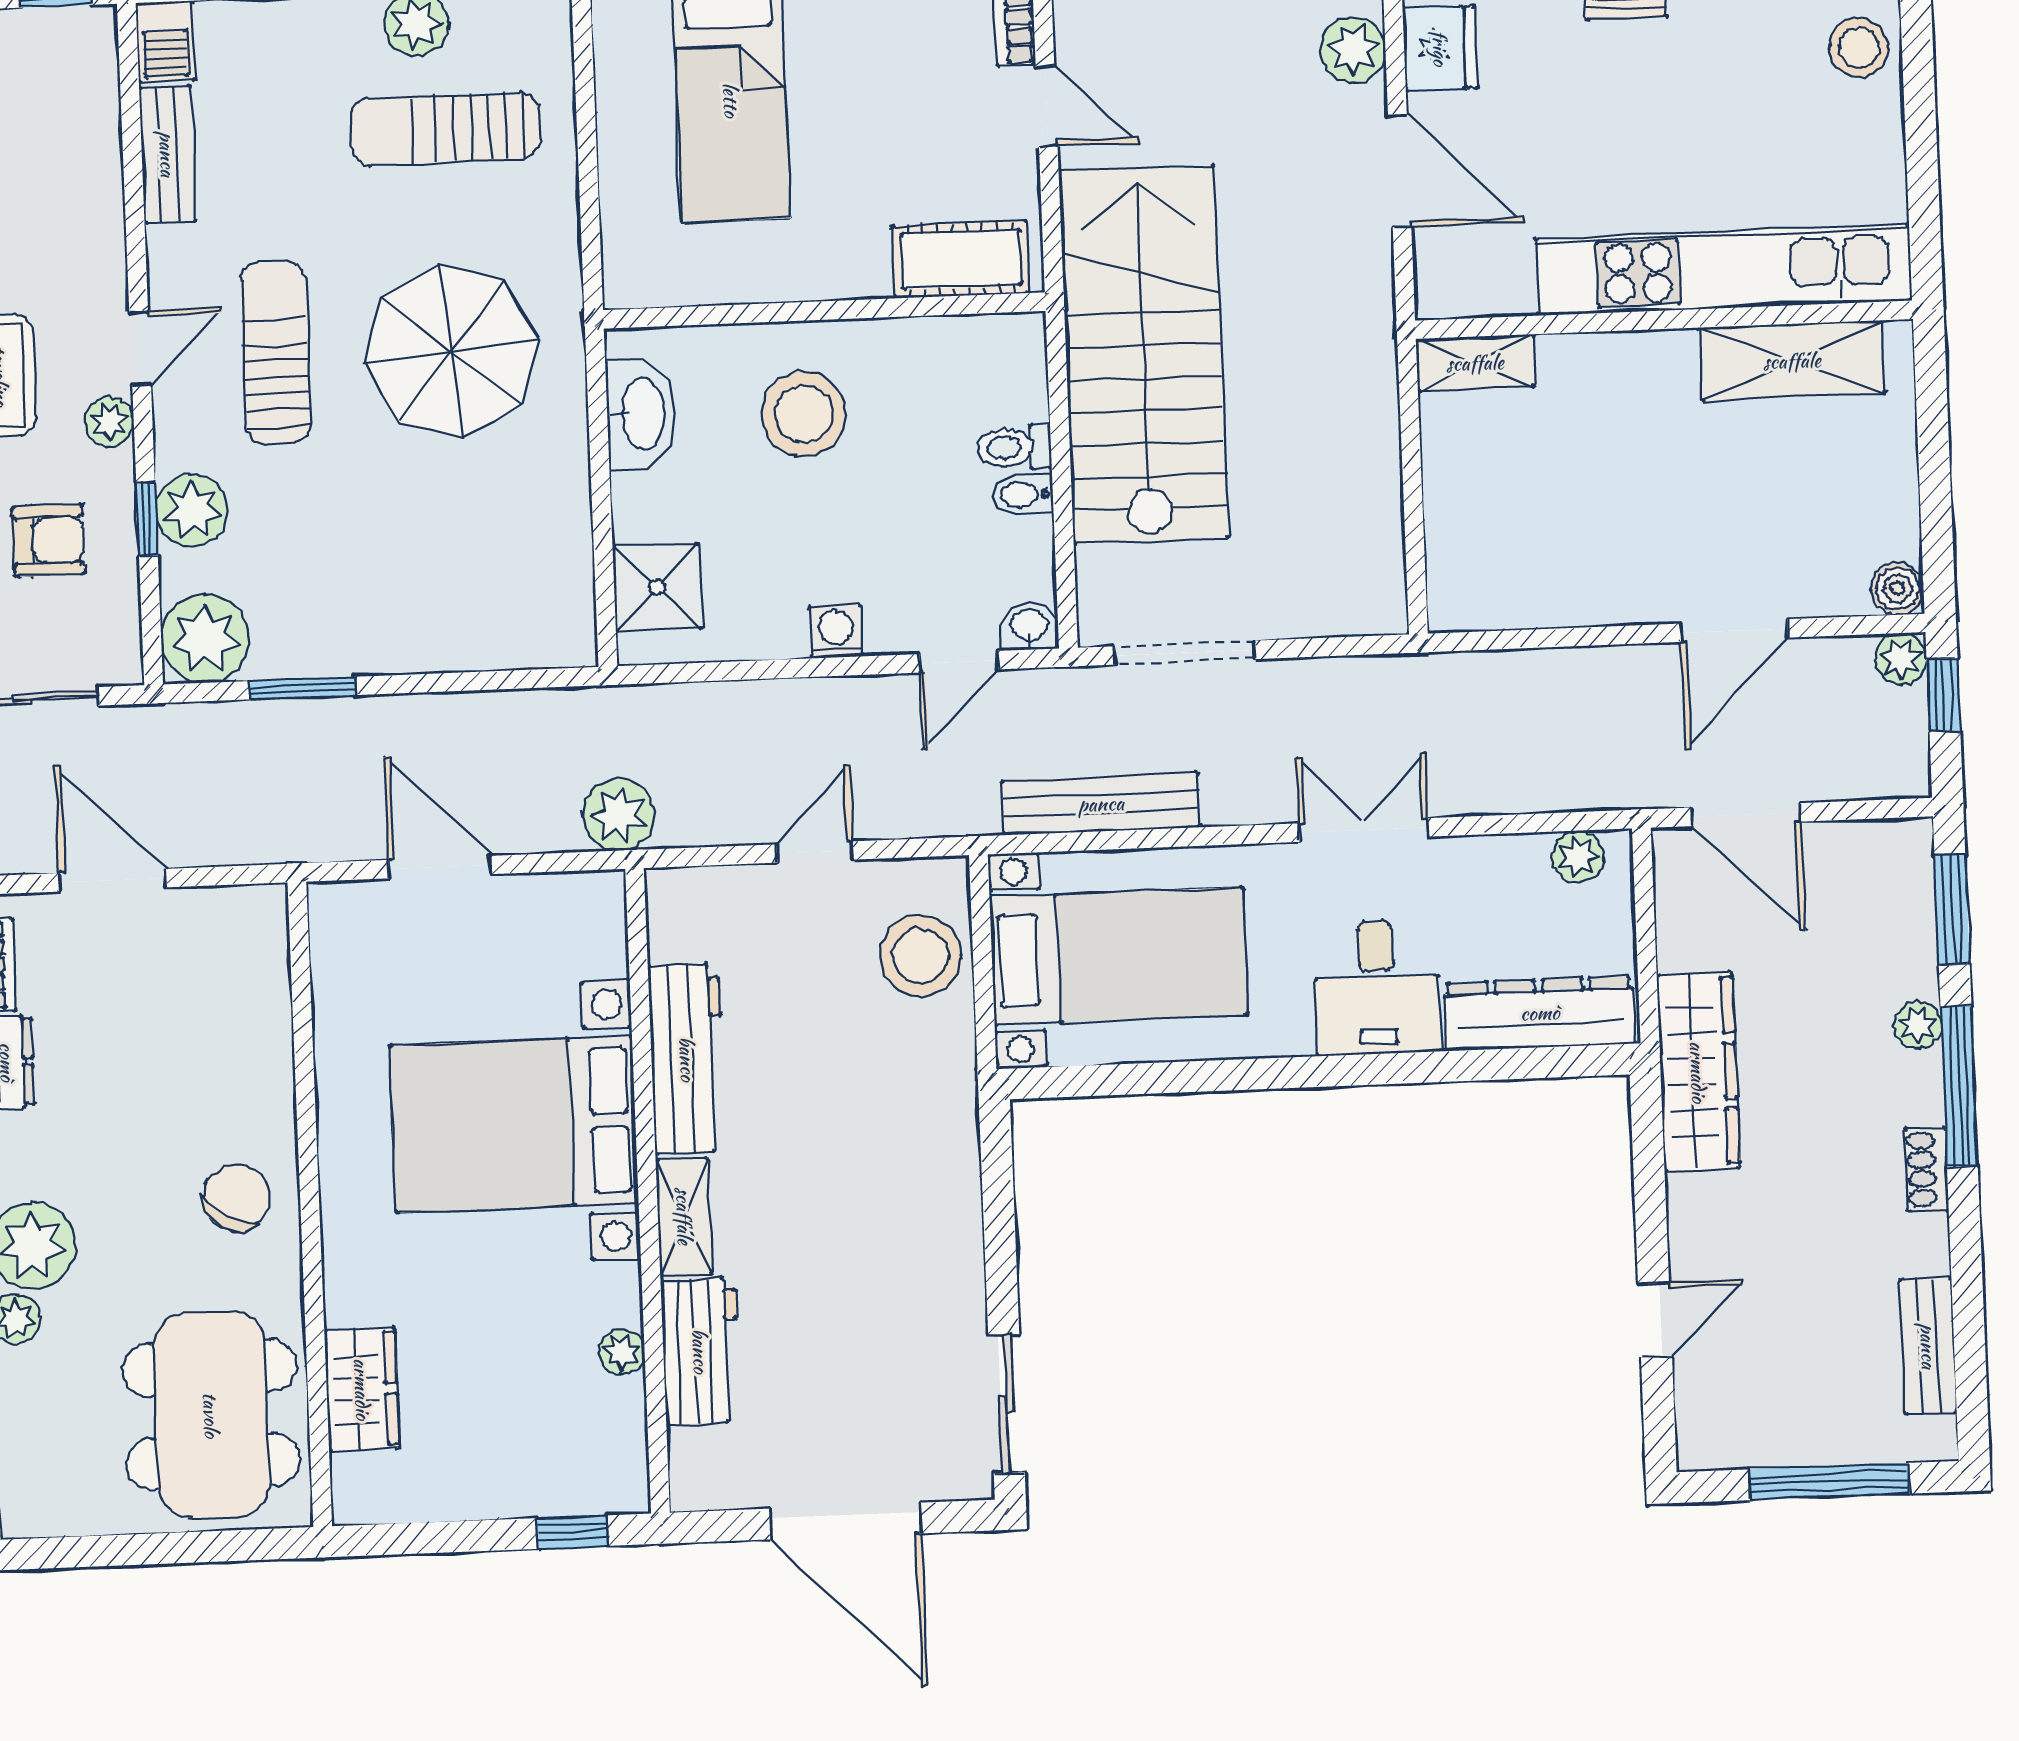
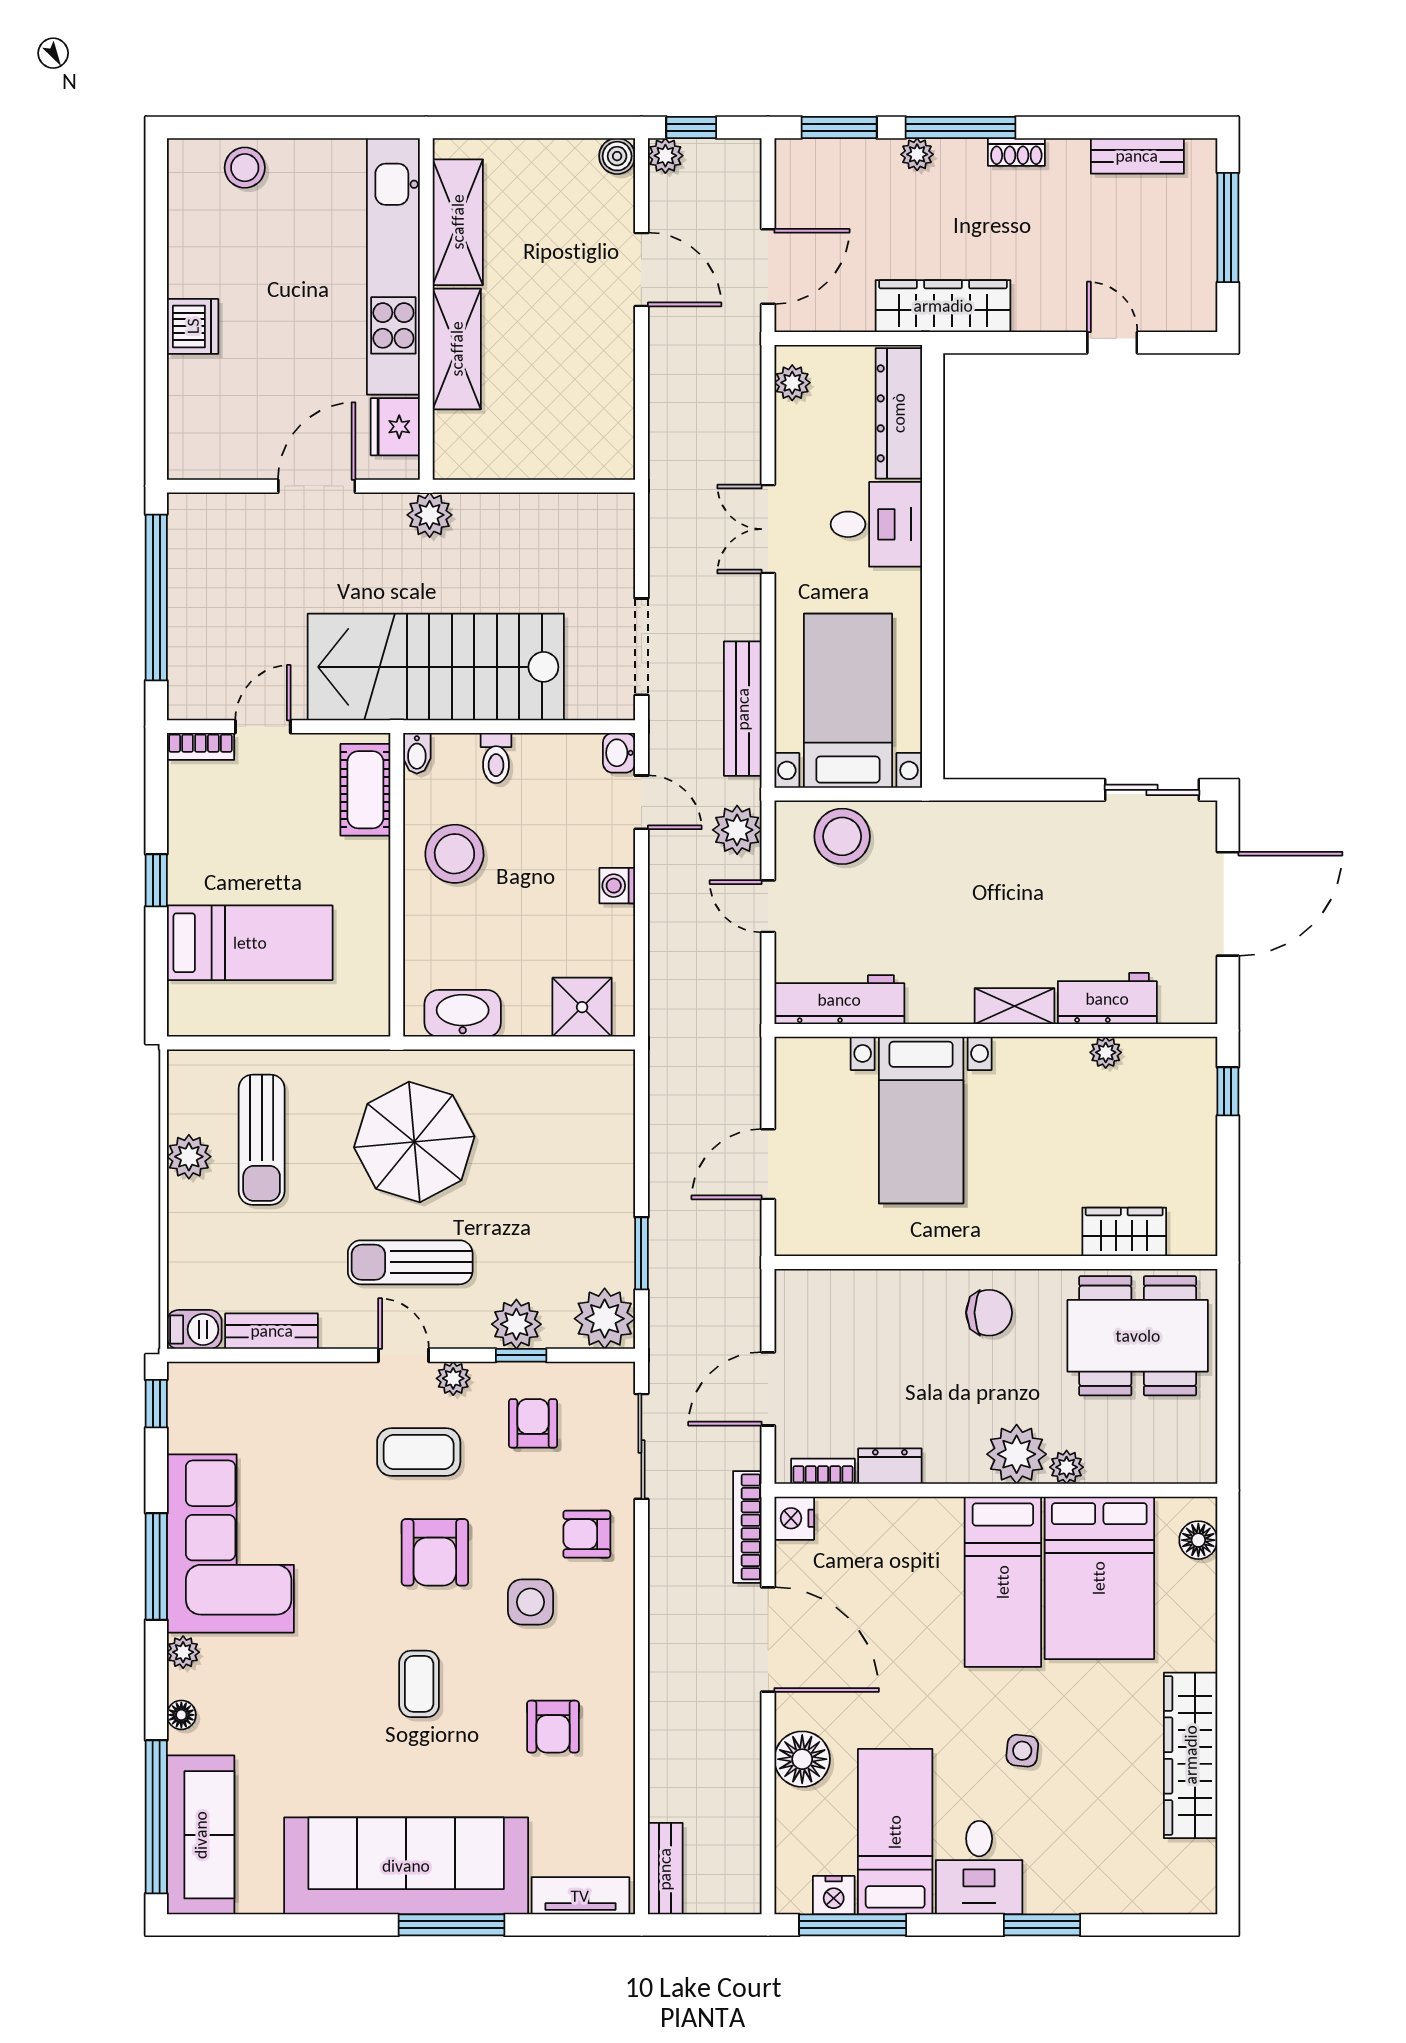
fridge: (1440, 48) -> (395, 427), moved, turned -90
plant: (1353, 50) -> (430, 515), moved
shelving: (1475, 363) -> (457, 349), moved, width x1.50, depth x1.33
stool: (804, 414) -> (454, 854), moved
bidet: (1023, 495) -> (417, 753), moved
plant: (619, 815) -> (737, 830), moved
workbench: (687, 1059) -> (839, 1000), moved
bed with nightstands: (514, 1124) -> (921, 1120), width x0.73
chair: (236, 1197) -> (989, 1313), turned 152

